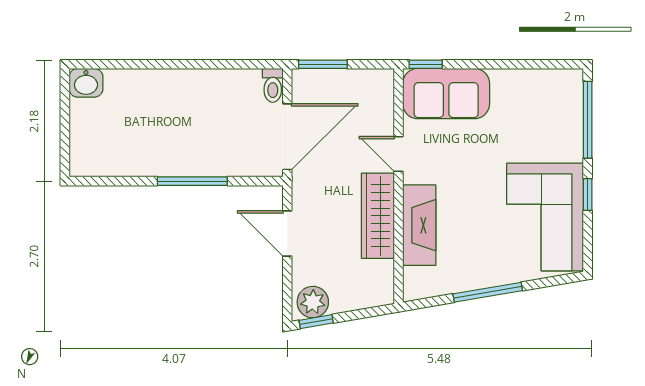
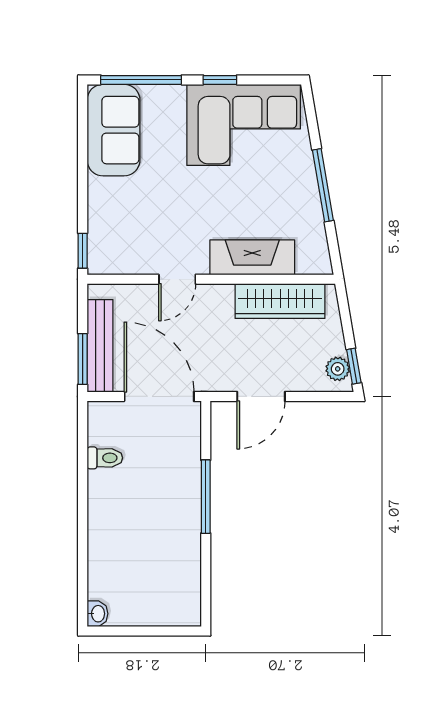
bench: (335, 81) -> (100, 346), added
washbasin: (86, 83) -> (97, 614), width x0.72, depth x0.69
toilet: (273, 85) -> (105, 458), moved
sofa: (446, 94) -> (113, 130), moved
wardrobe: (378, 216) -> (280, 301), moved
plant: (313, 302) -> (338, 369), width x0.73, depth x0.73

